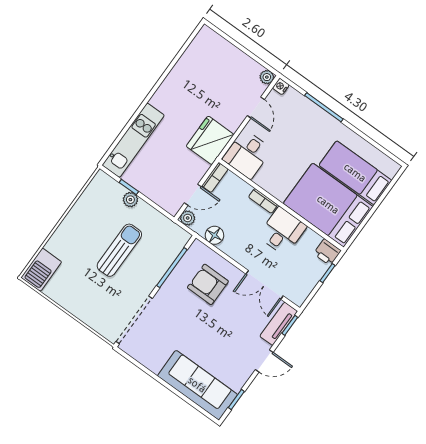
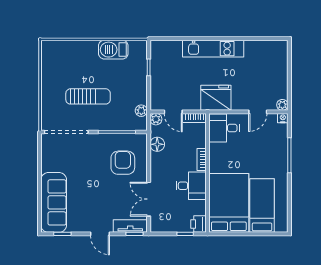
kitchen unit: (133, 140) -> (213, 49), moved
plant: (130, 200) -> (141, 111), moved
sun lounger: (119, 250) -> (88, 96), moved
barbecue: (41, 270) -> (113, 50), moved

